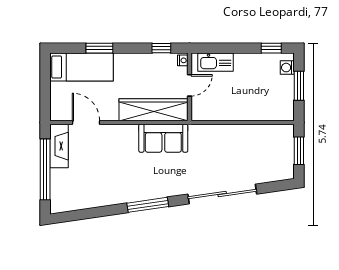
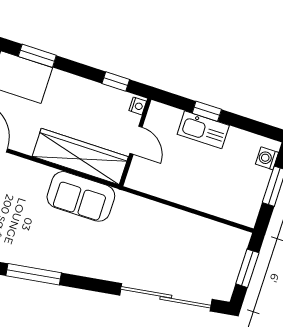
window: (271, 48) -> (207, 111), moved
kitchen sink: (216, 62) -> (203, 130), moved
door: (189, 85) -> (136, 140), hinge flipped
sliding door: (222, 194) -> (166, 297), moved

